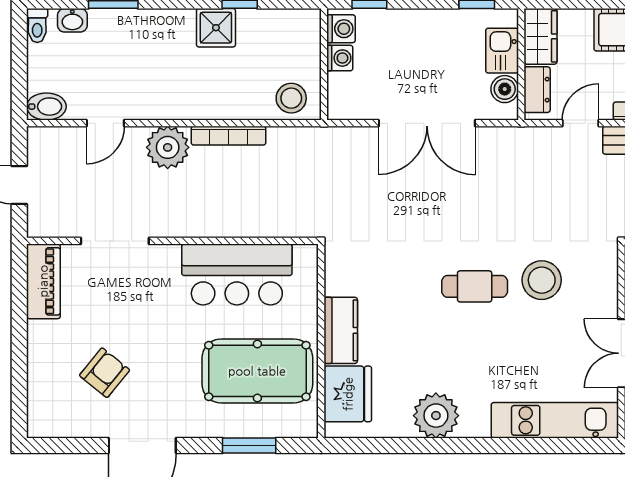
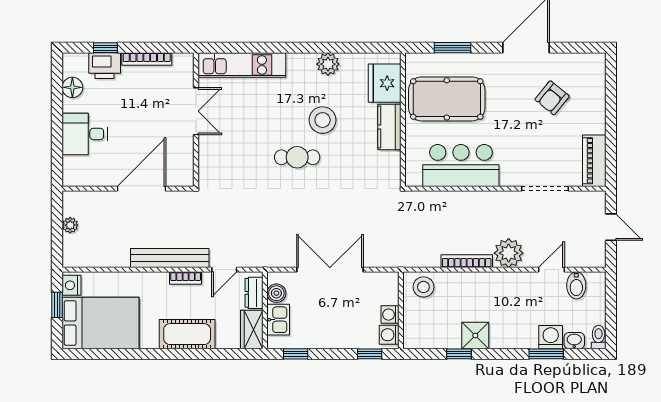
washing machine: (107, 25) -> (551, 337), added
bidet: (46, 107) -> (576, 285), moved, turned -90
stool: (542, 280) -> (323, 120), moved
plant: (436, 416) -> (328, 64), width x0.73, depth x0.73

